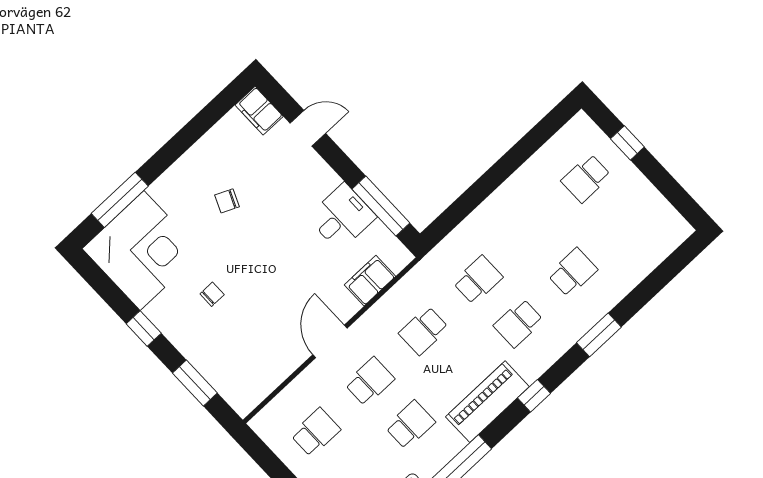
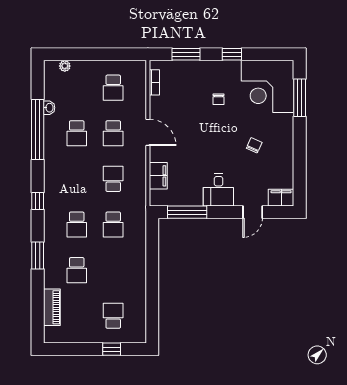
desk: (342, 217) -> (218, 190), moved
school desk: (518, 323) -> (77, 225), turned 180
bookcase: (263, 389) -> (154, 82), added
piano: (487, 402) -> (52, 307), moved, width x0.73, depth x0.75

